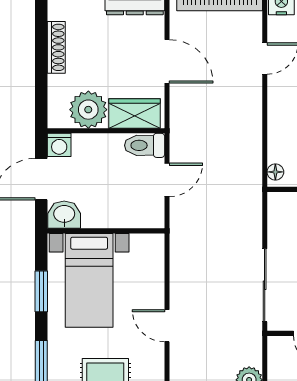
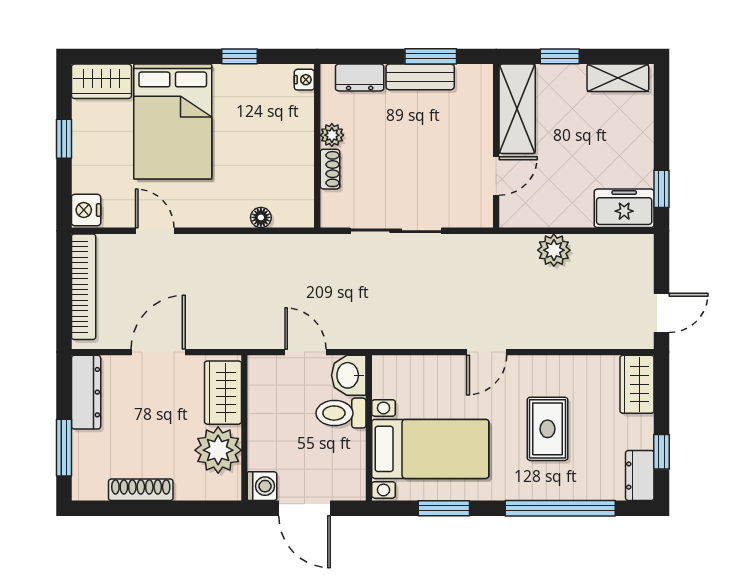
toilet: (145, 145) -> (341, 413), moved, turned 90
floor lamp: (275, 172) -> (261, 217), moved
washbasin: (64, 215) -> (349, 375), moved
sliding door: (265, 285) -> (396, 231), moved

